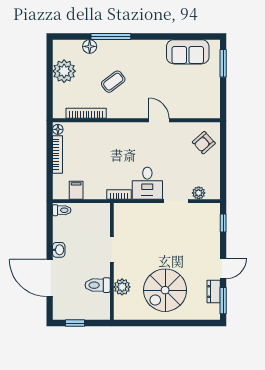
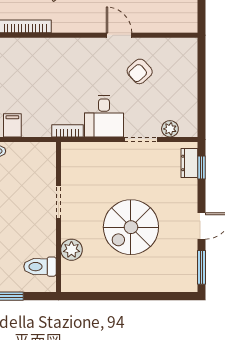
armchair: (204, 143) -> (140, 71), moved
toilet: (98, 285) -> (40, 267), moved
spiral stairs: (165, 290) -> (131, 227), moved
dresser: (214, 292) -> (189, 163), moved

